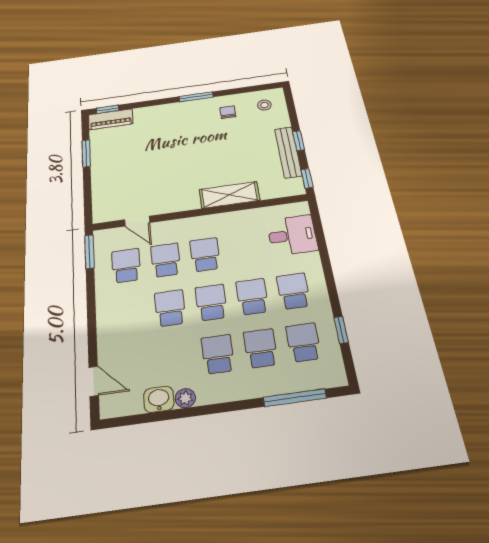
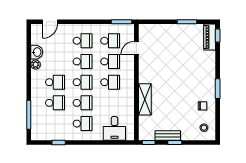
bench: (288, 152) -> (168, 135), width x0.73
school desk: (303, 342) -> (83, 41), moved

